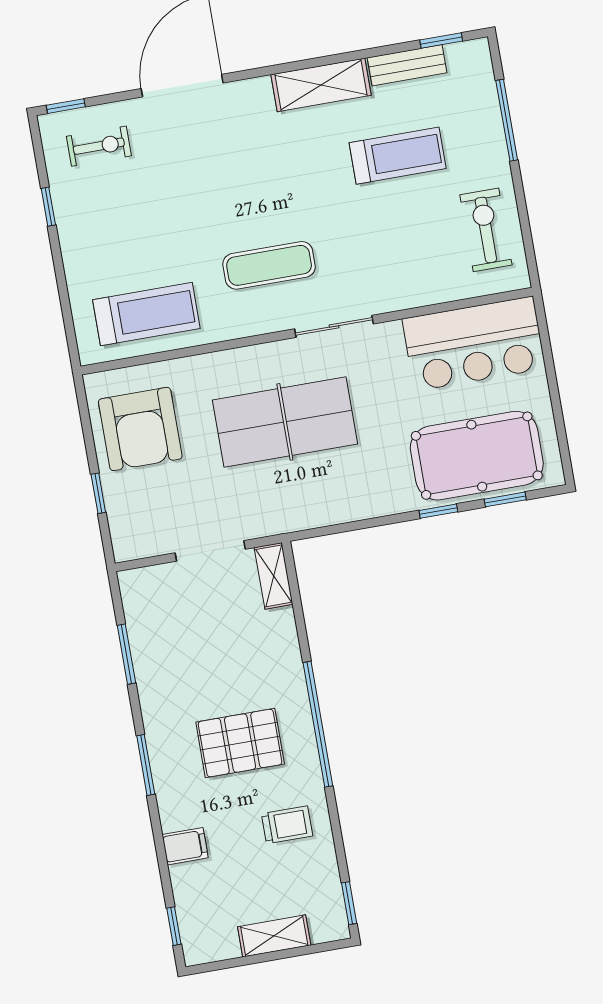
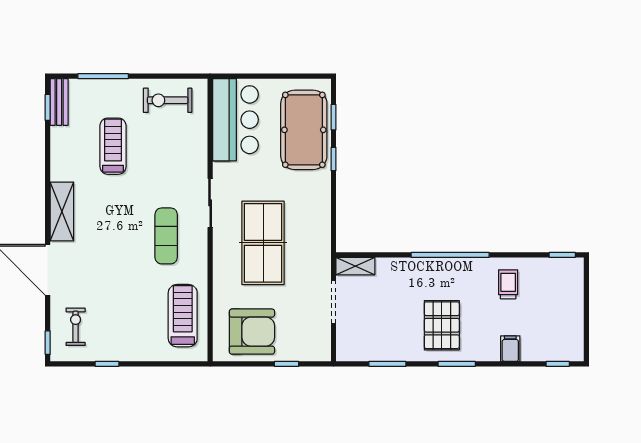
bench: (407, 65) -> (59, 102), moved
shelving: (321, 85) -> (62, 211), moved
pallet: (240, 743) -> (442, 325), moved
shelving: (274, 936) -> (574, 304), removed

